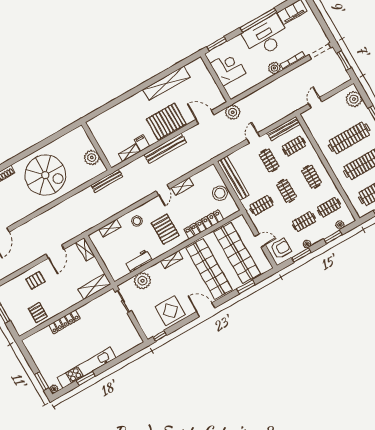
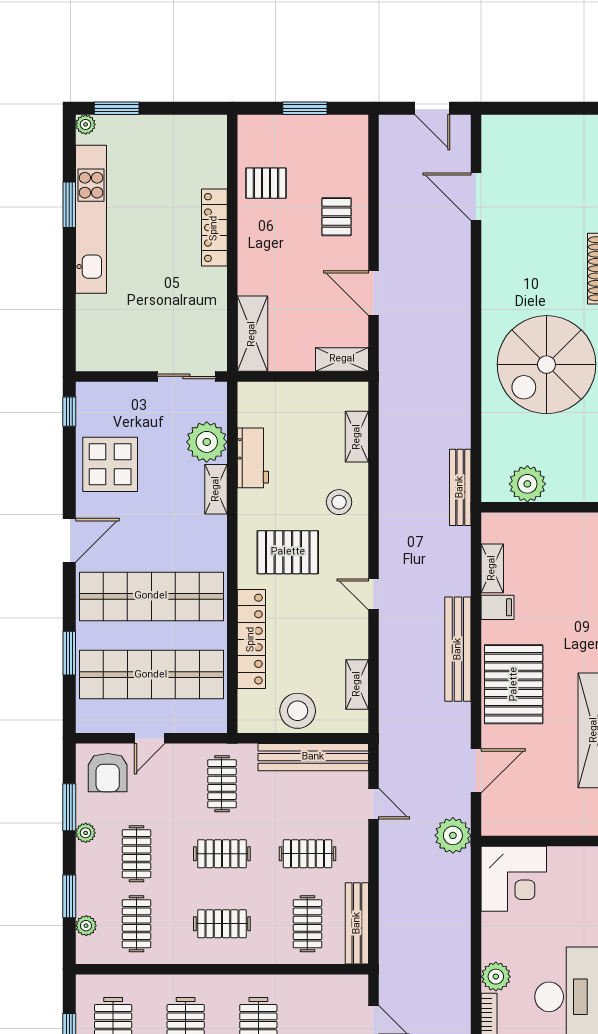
corner desk: (228, 68) -> (514, 879), moved
door: (253, 138) -> (373, 804), moved
shelving: (182, 186) -> (357, 684), moved
shelving: (172, 260) -> (216, 489), moved

